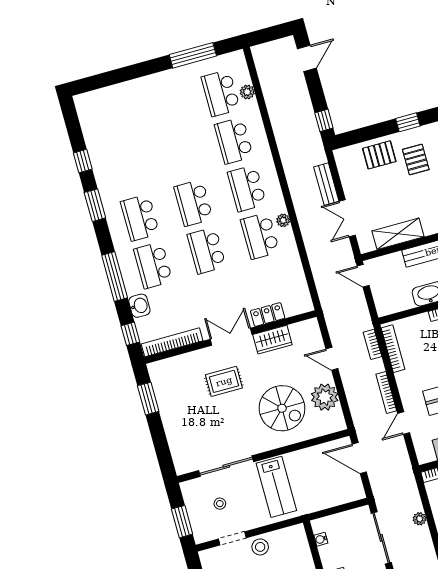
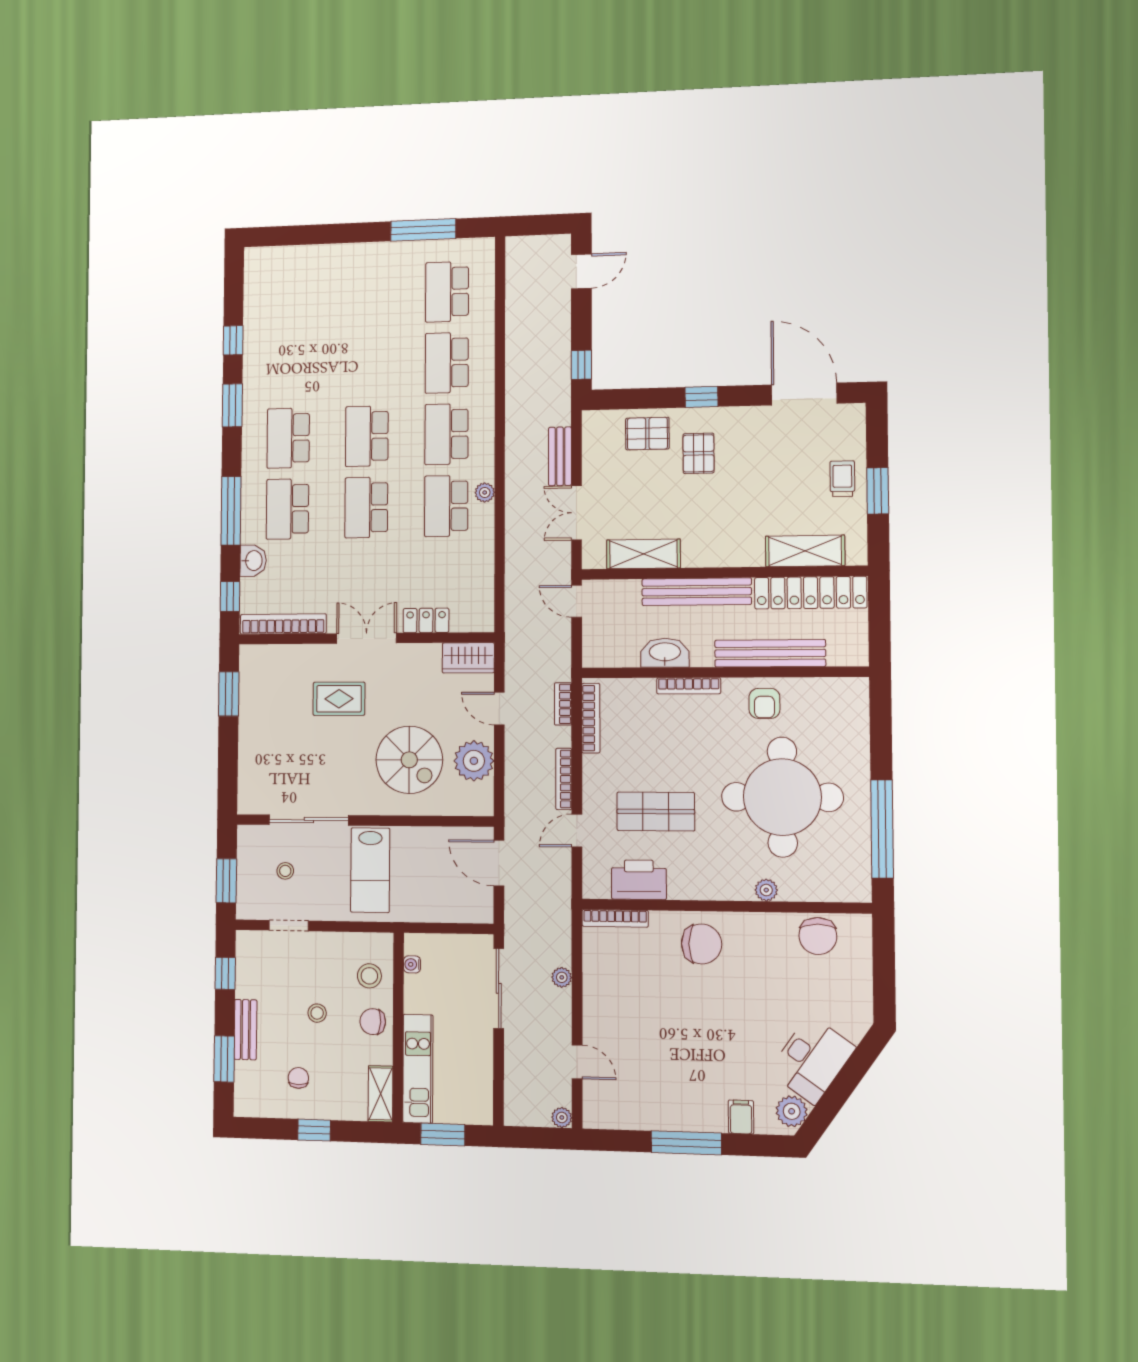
plant: (247, 92) -> (484, 299), removed
wardrobe: (272, 340) -> (468, 658), moved
stool: (260, 547) -> (369, 976), moved

